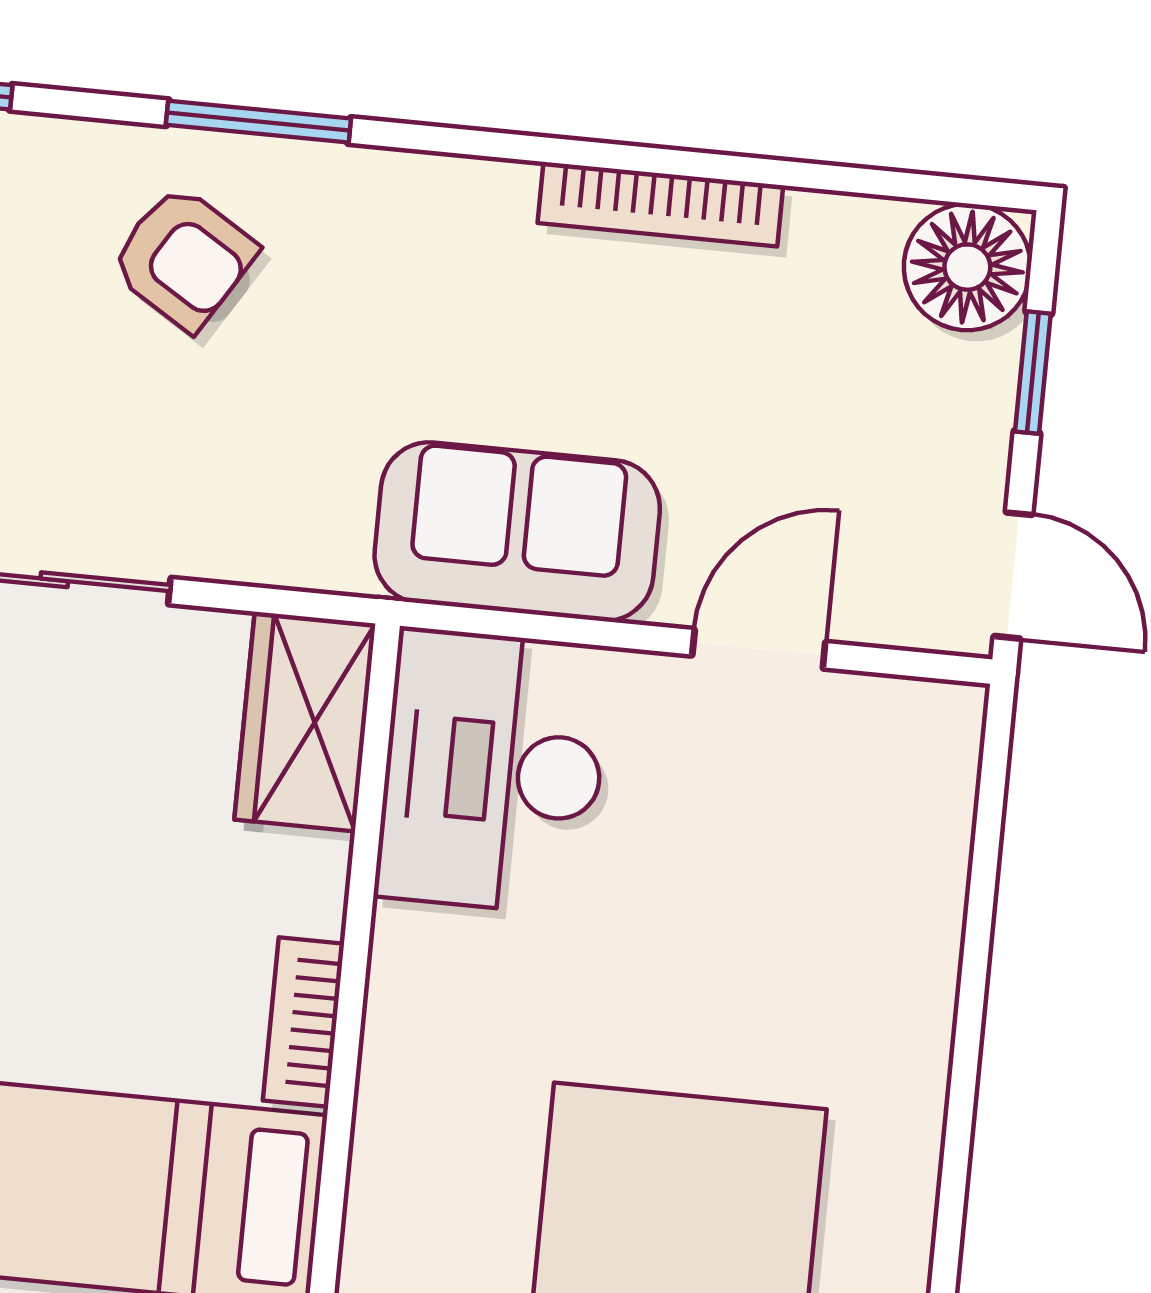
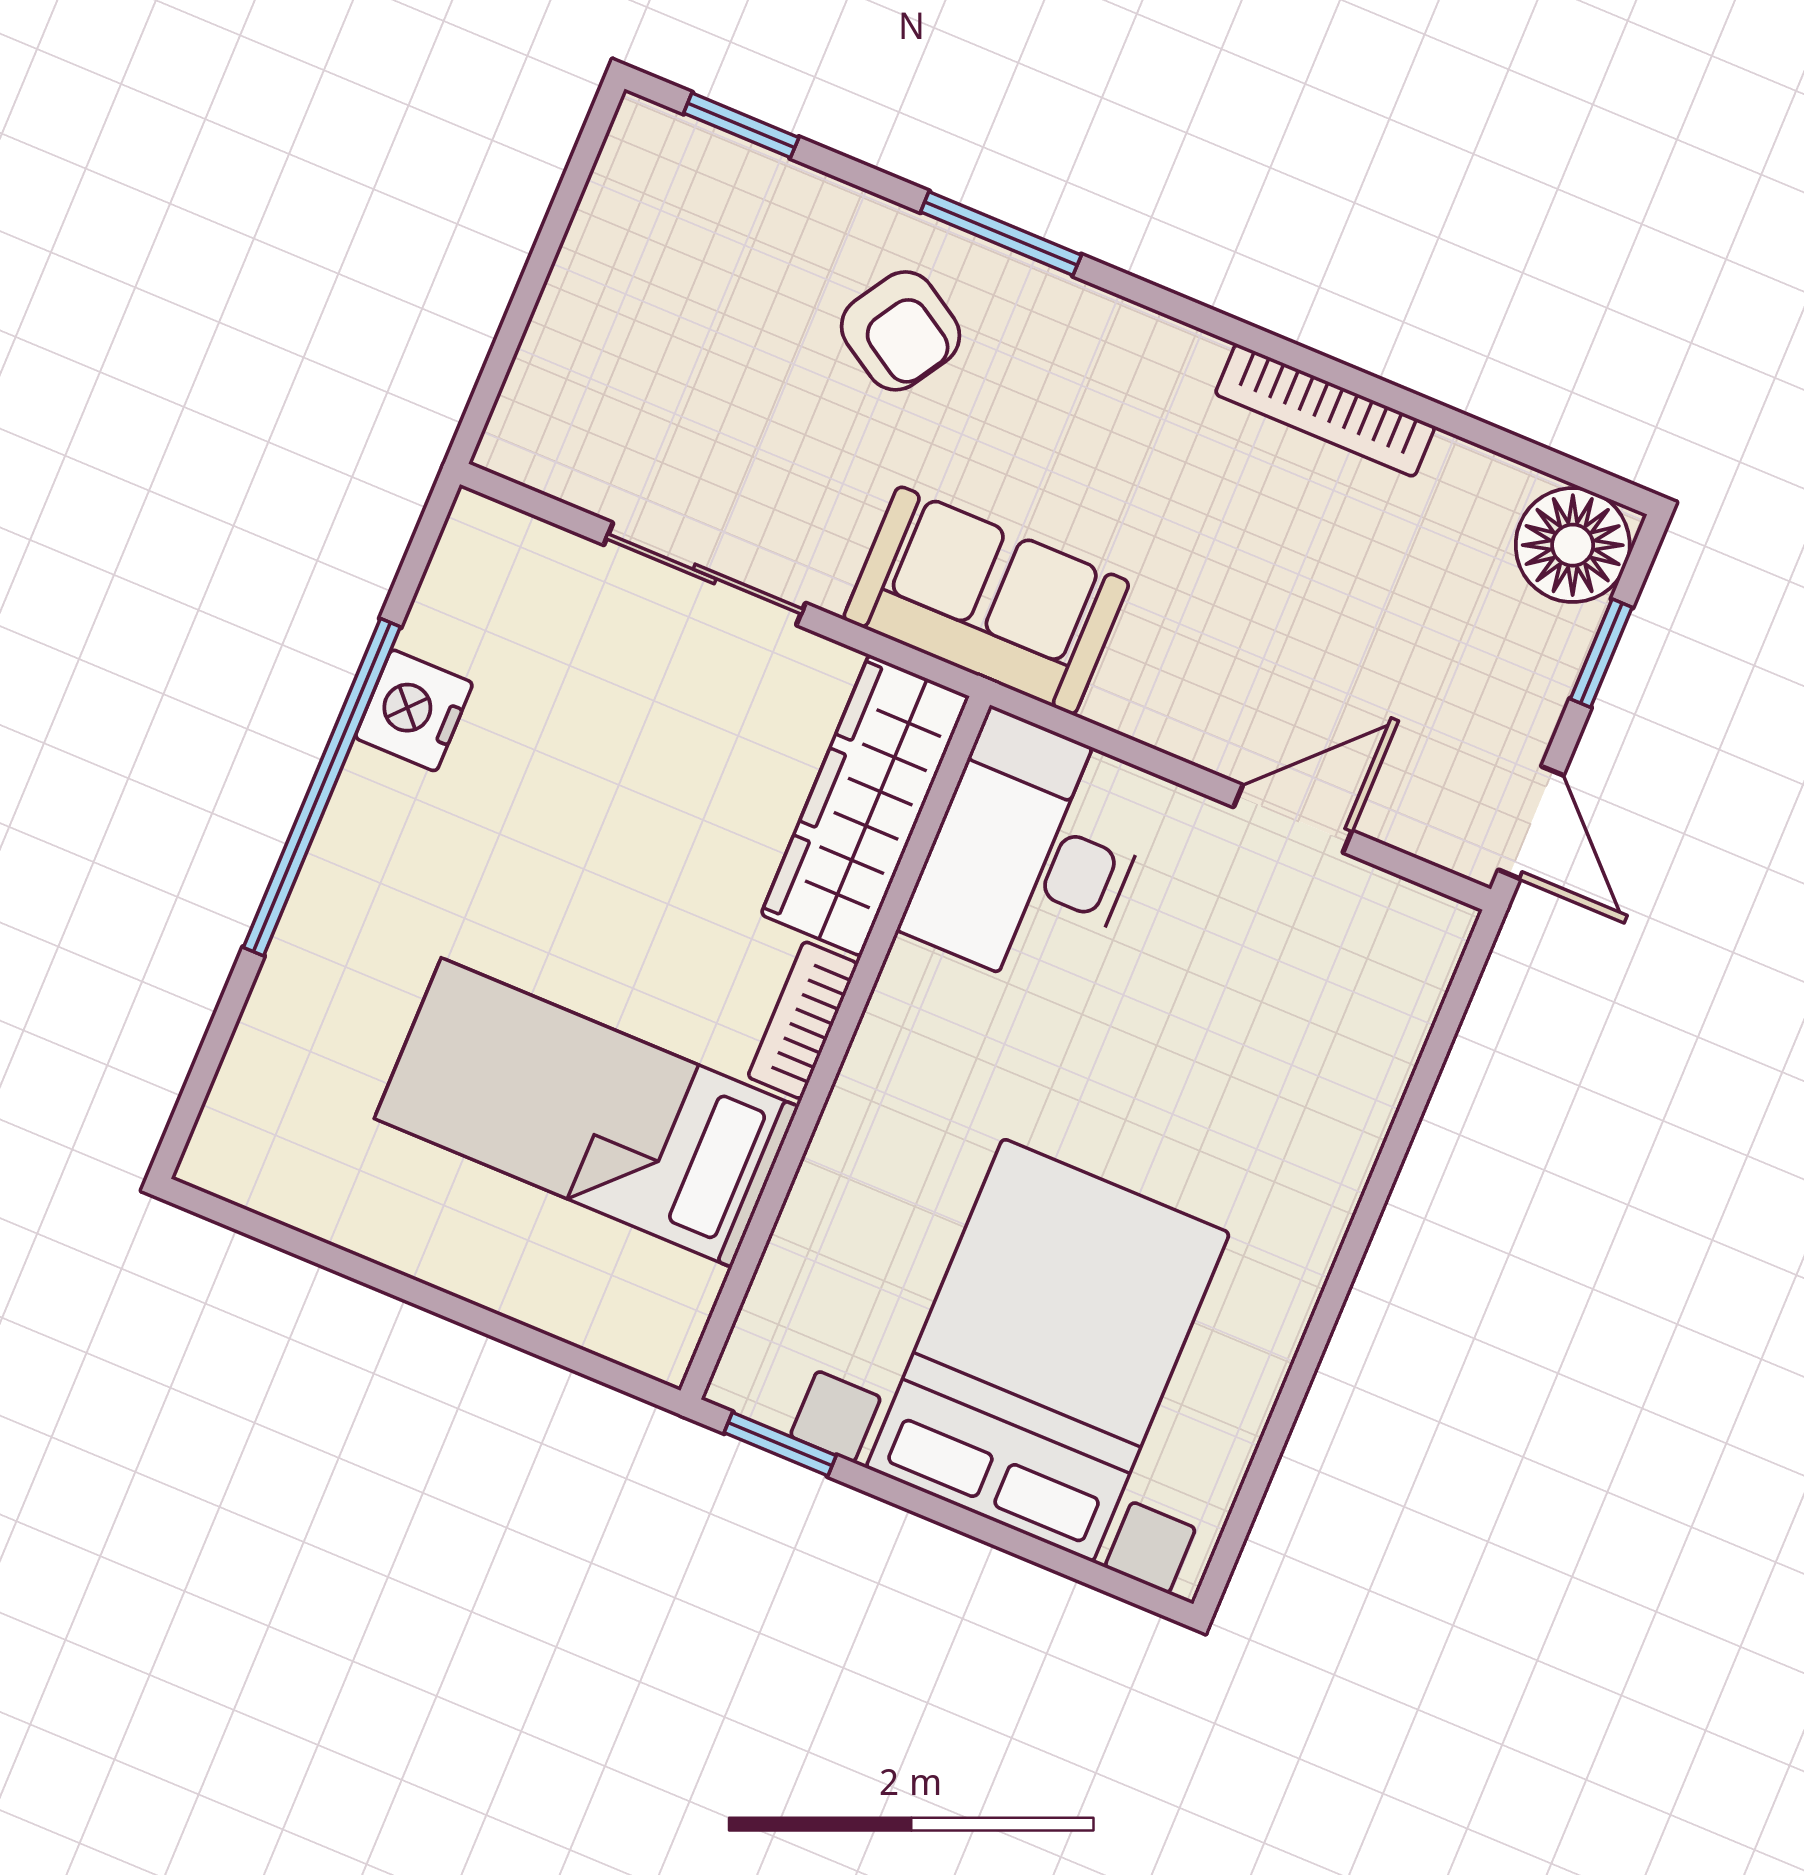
sofa: (517, 532) -> (986, 601), moved
wardrobe: (305, 722) -> (865, 805), width x1.50

